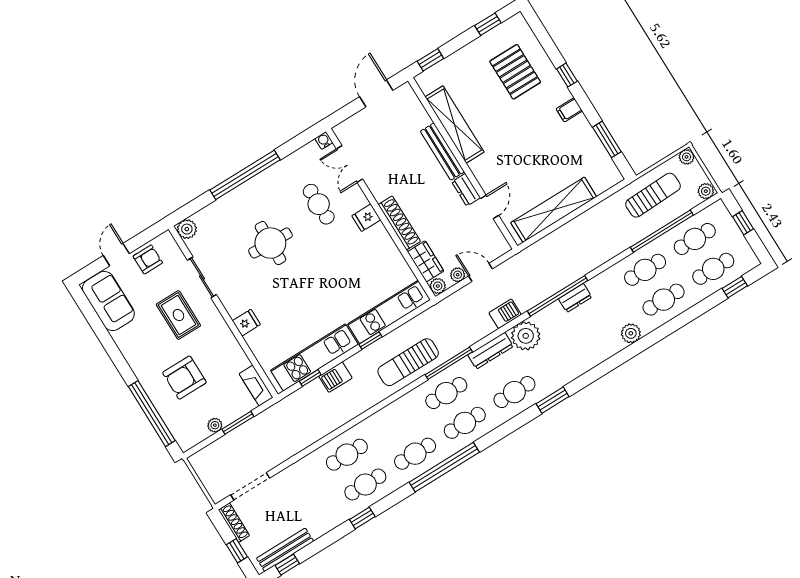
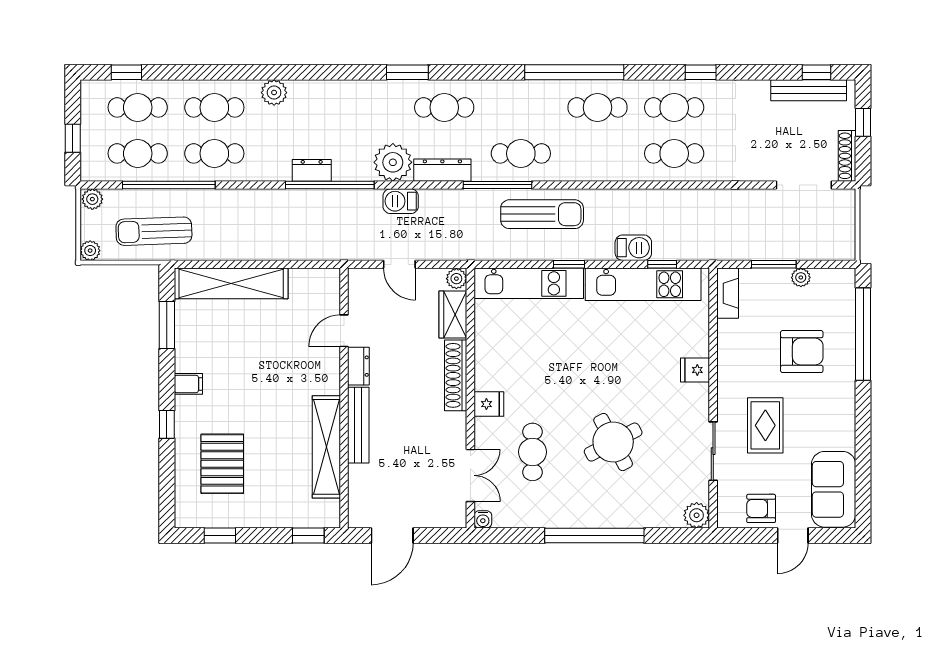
shelving: (554, 210) -> (231, 283), moved
round table: (270, 243) -> (613, 442), turned -30
plant: (458, 275) -> (427, 277), removed
cafe table: (465, 423) -> (521, 107), removed

